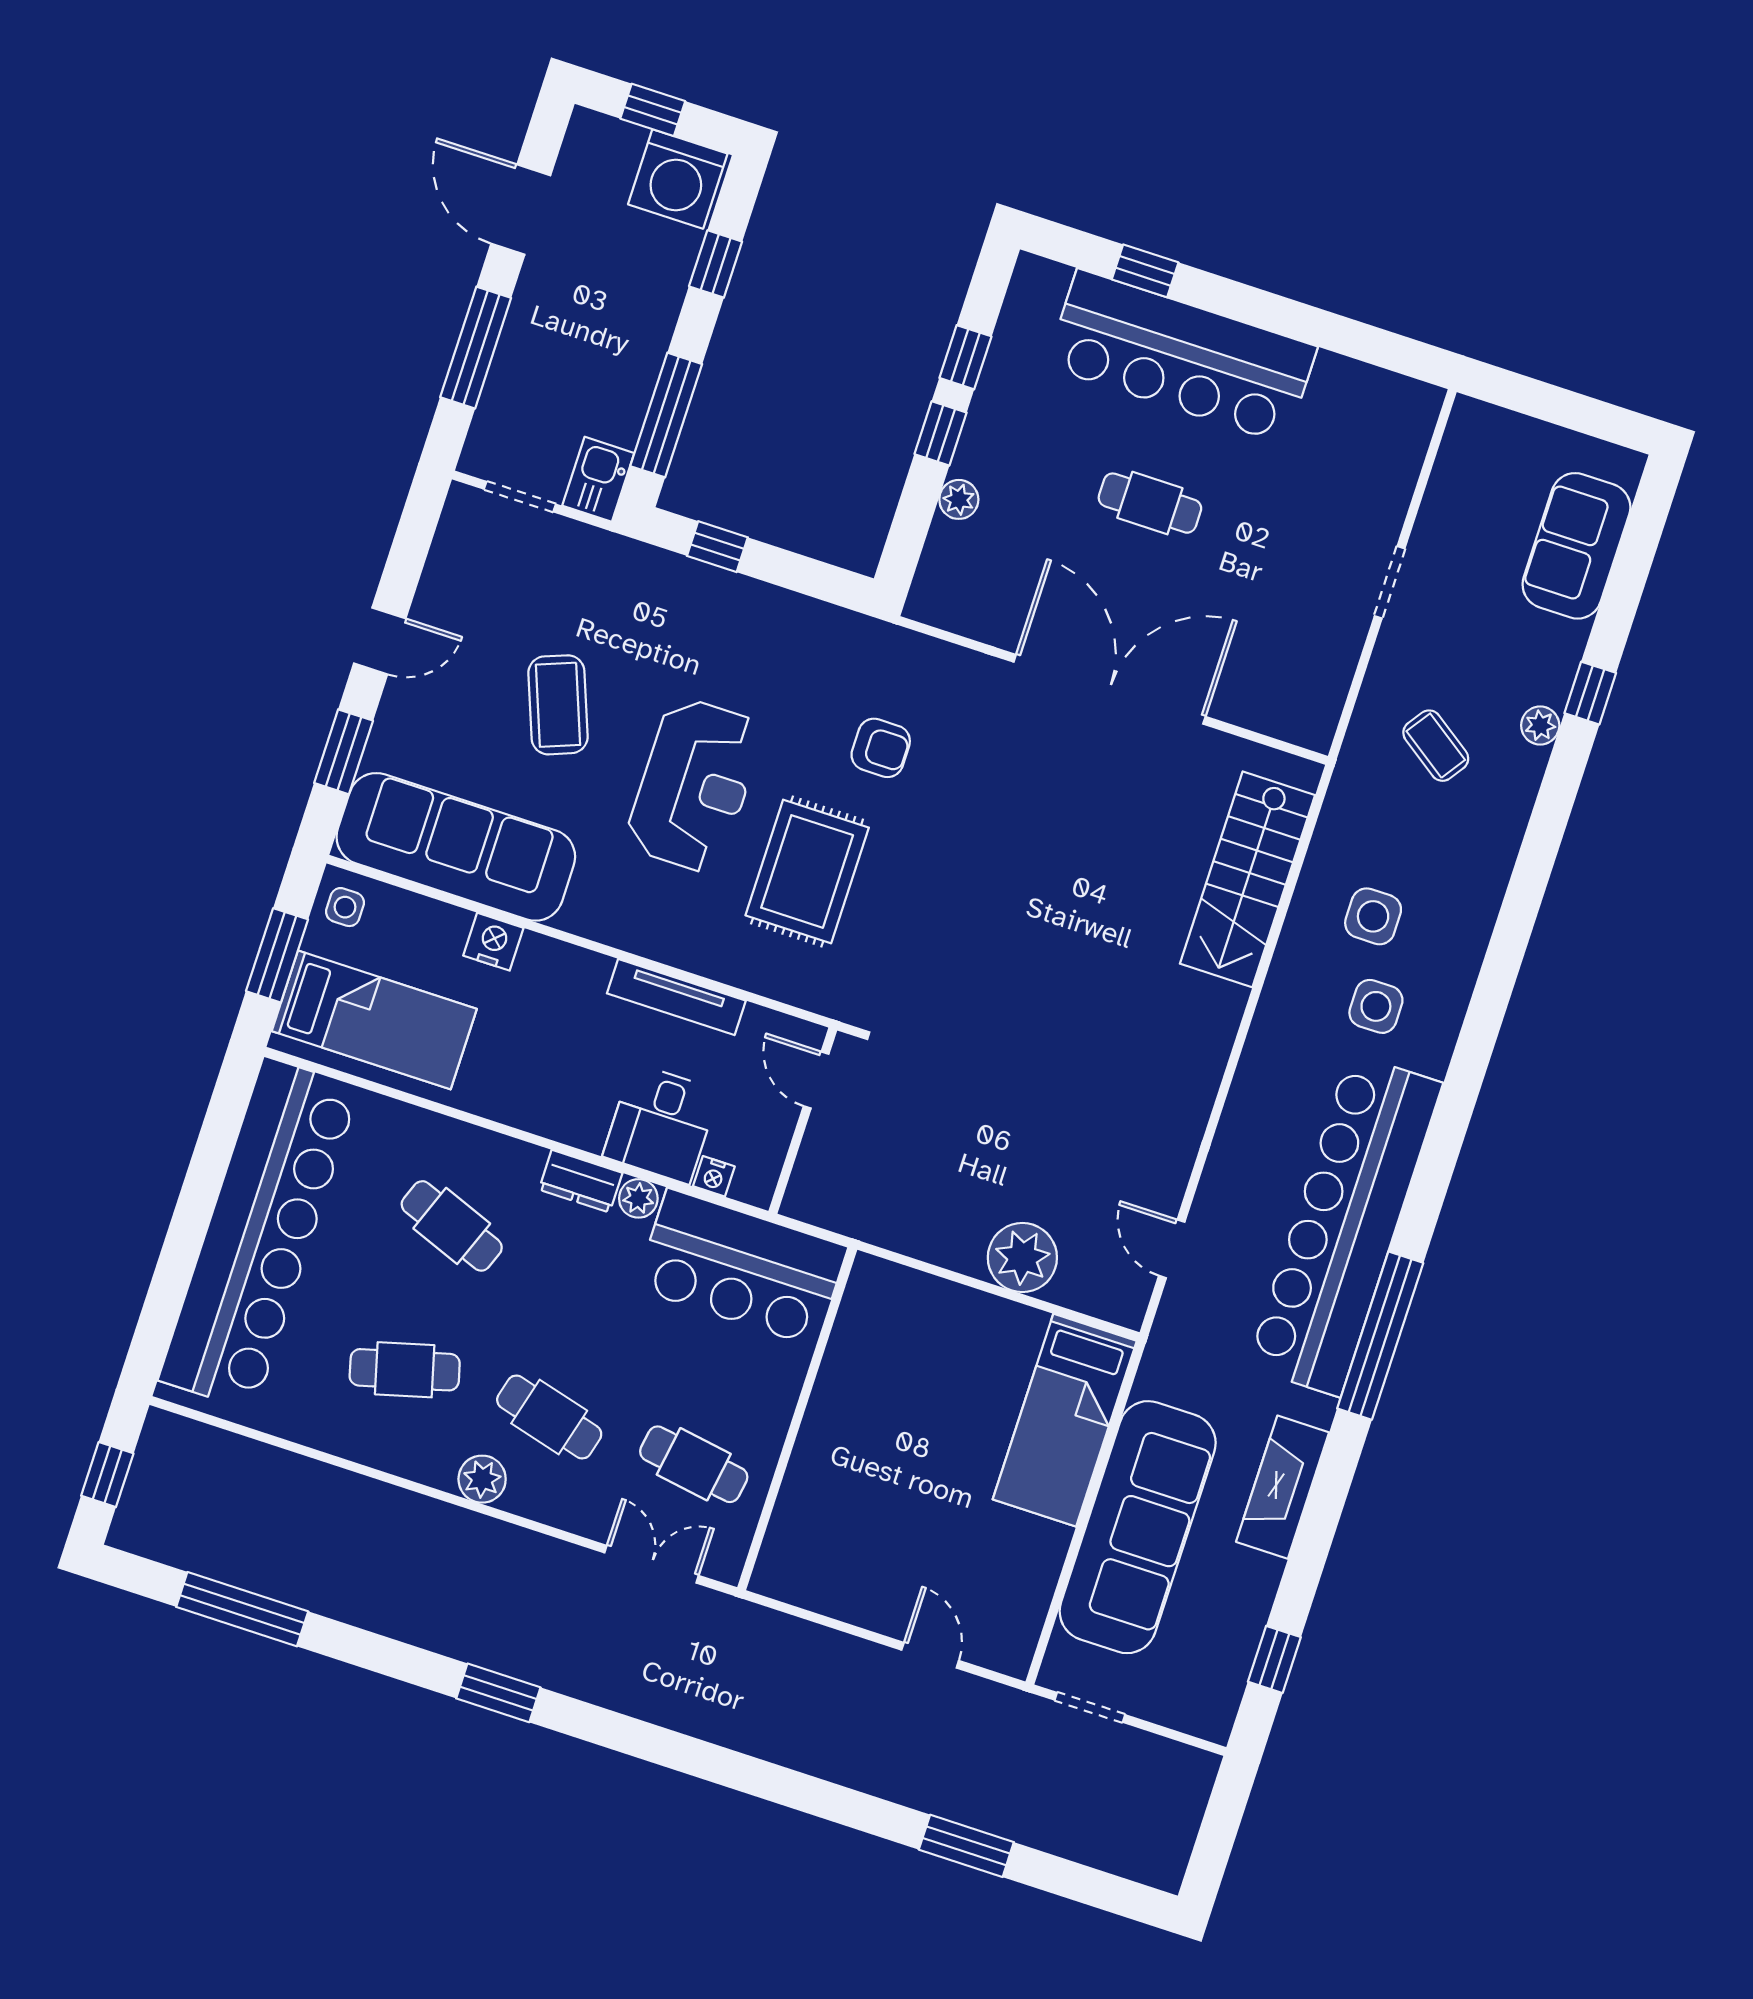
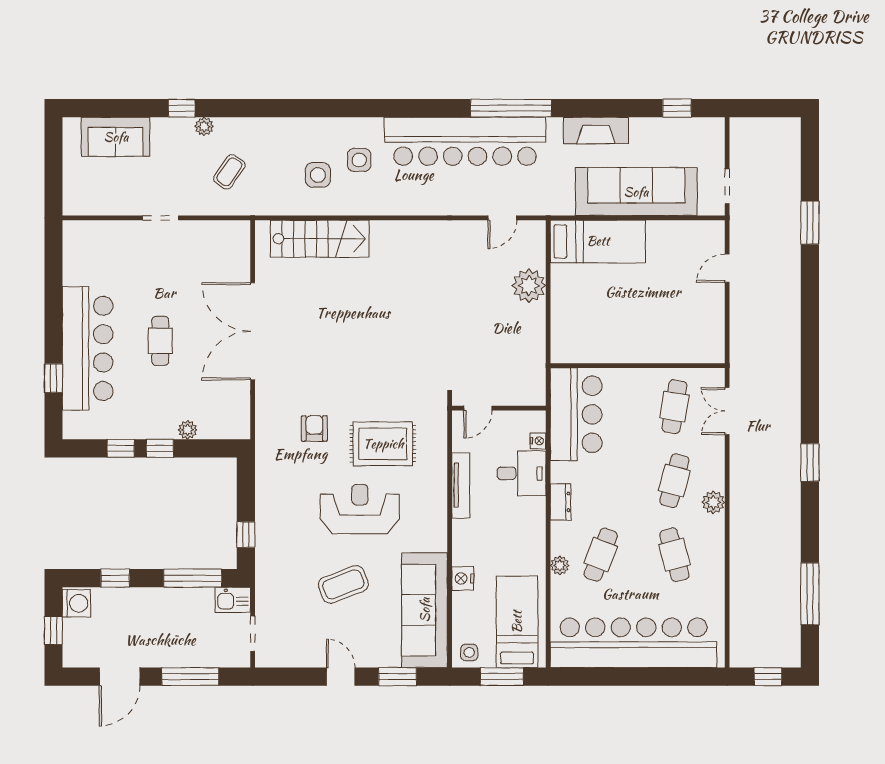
washing machine: (678, 179) -> (76, 603), width x0.73, depth x0.73
plant: (638, 1198) -> (560, 565), moved

